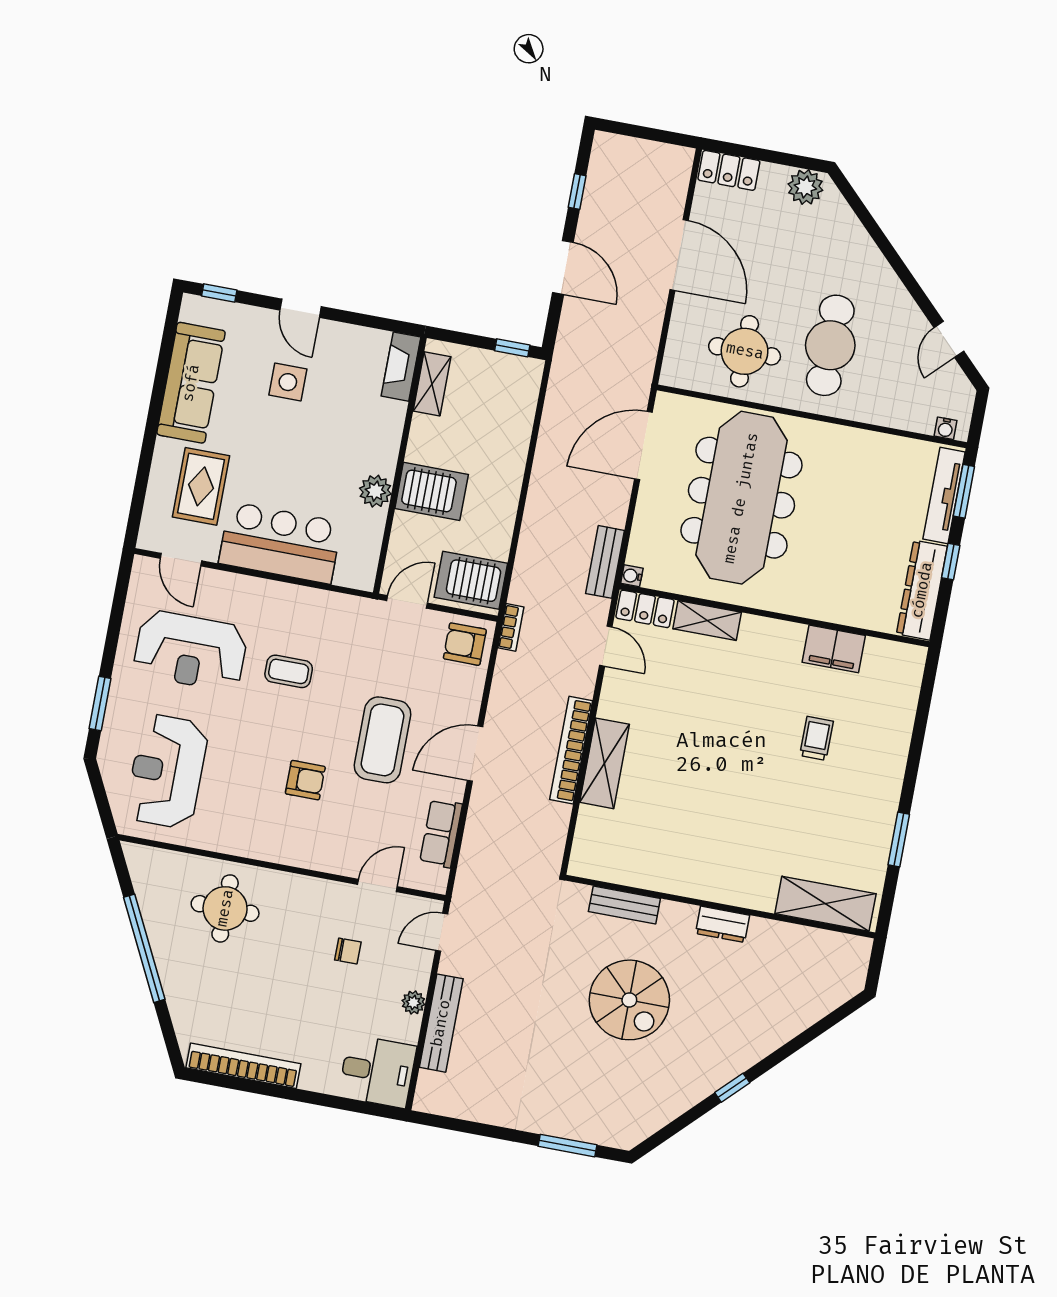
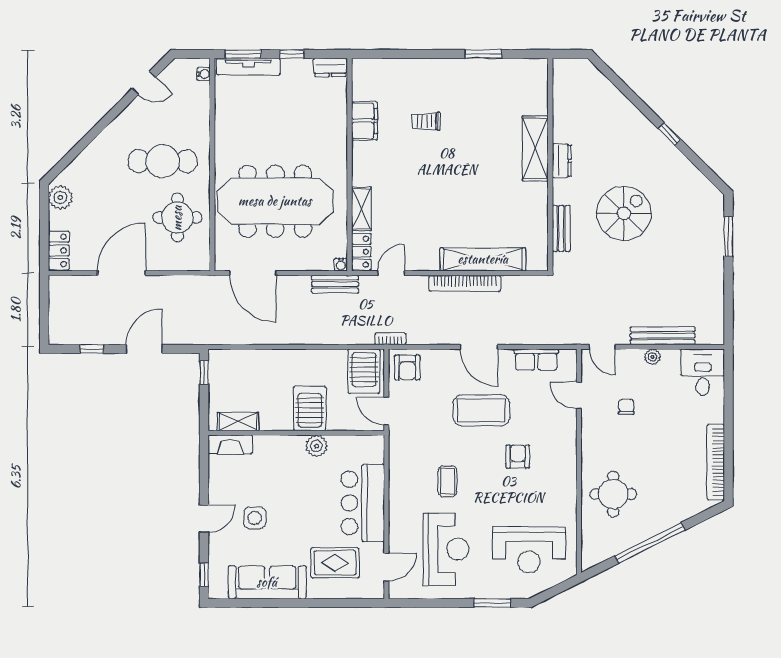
dresser: (922, 590) -> (330, 67), width x0.51, depth x0.80
shelving: (605, 763) -> (483, 259), width x1.47
shelving: (825, 904) -> (535, 148), moved

